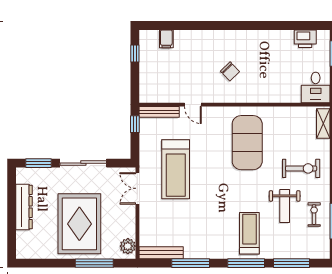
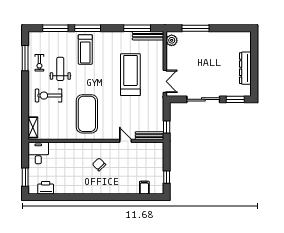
treadmill: (176, 169) -> (130, 75), moved
rug: (79, 224) -> (206, 56), removed
window: (191, 263) -> (137, 28), moved

